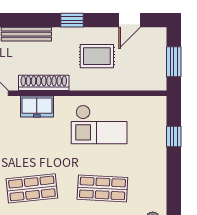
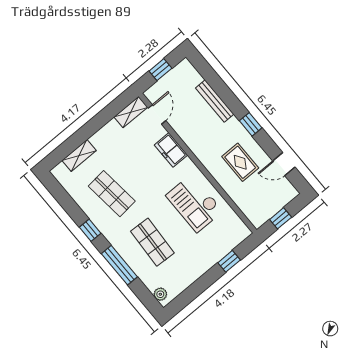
window: (174, 62) -> (281, 218), width x0.67
shoe rack: (44, 83) -> (191, 141), removed

